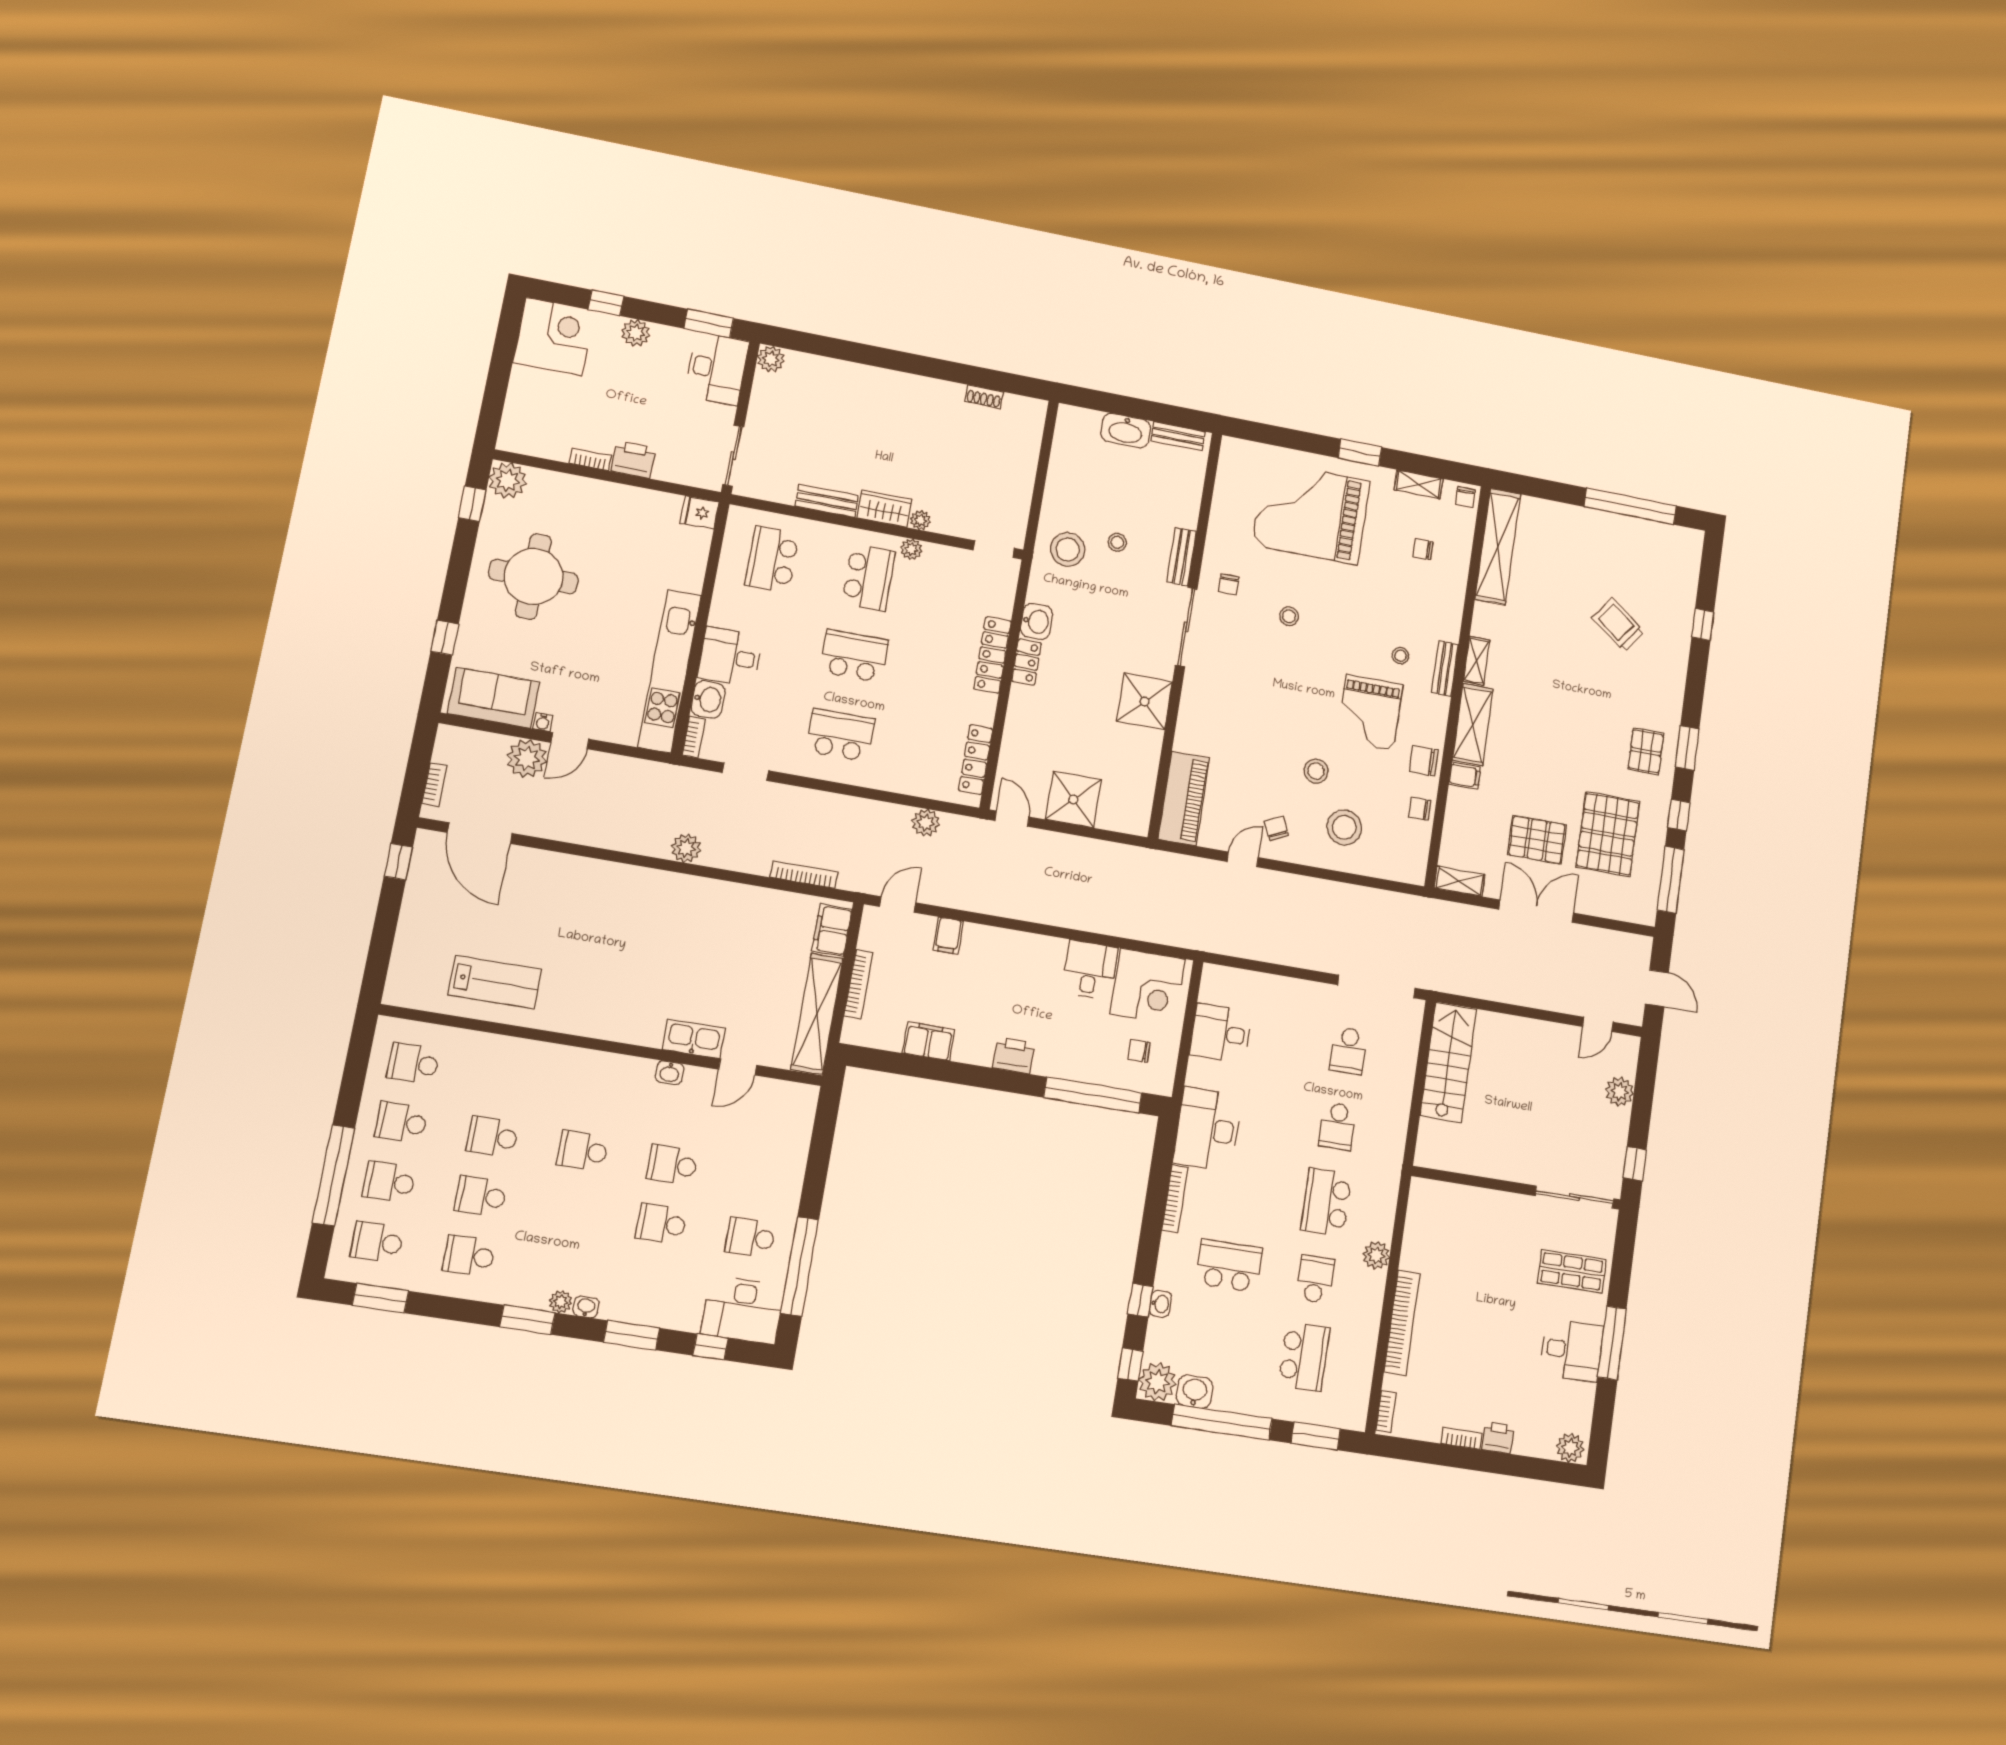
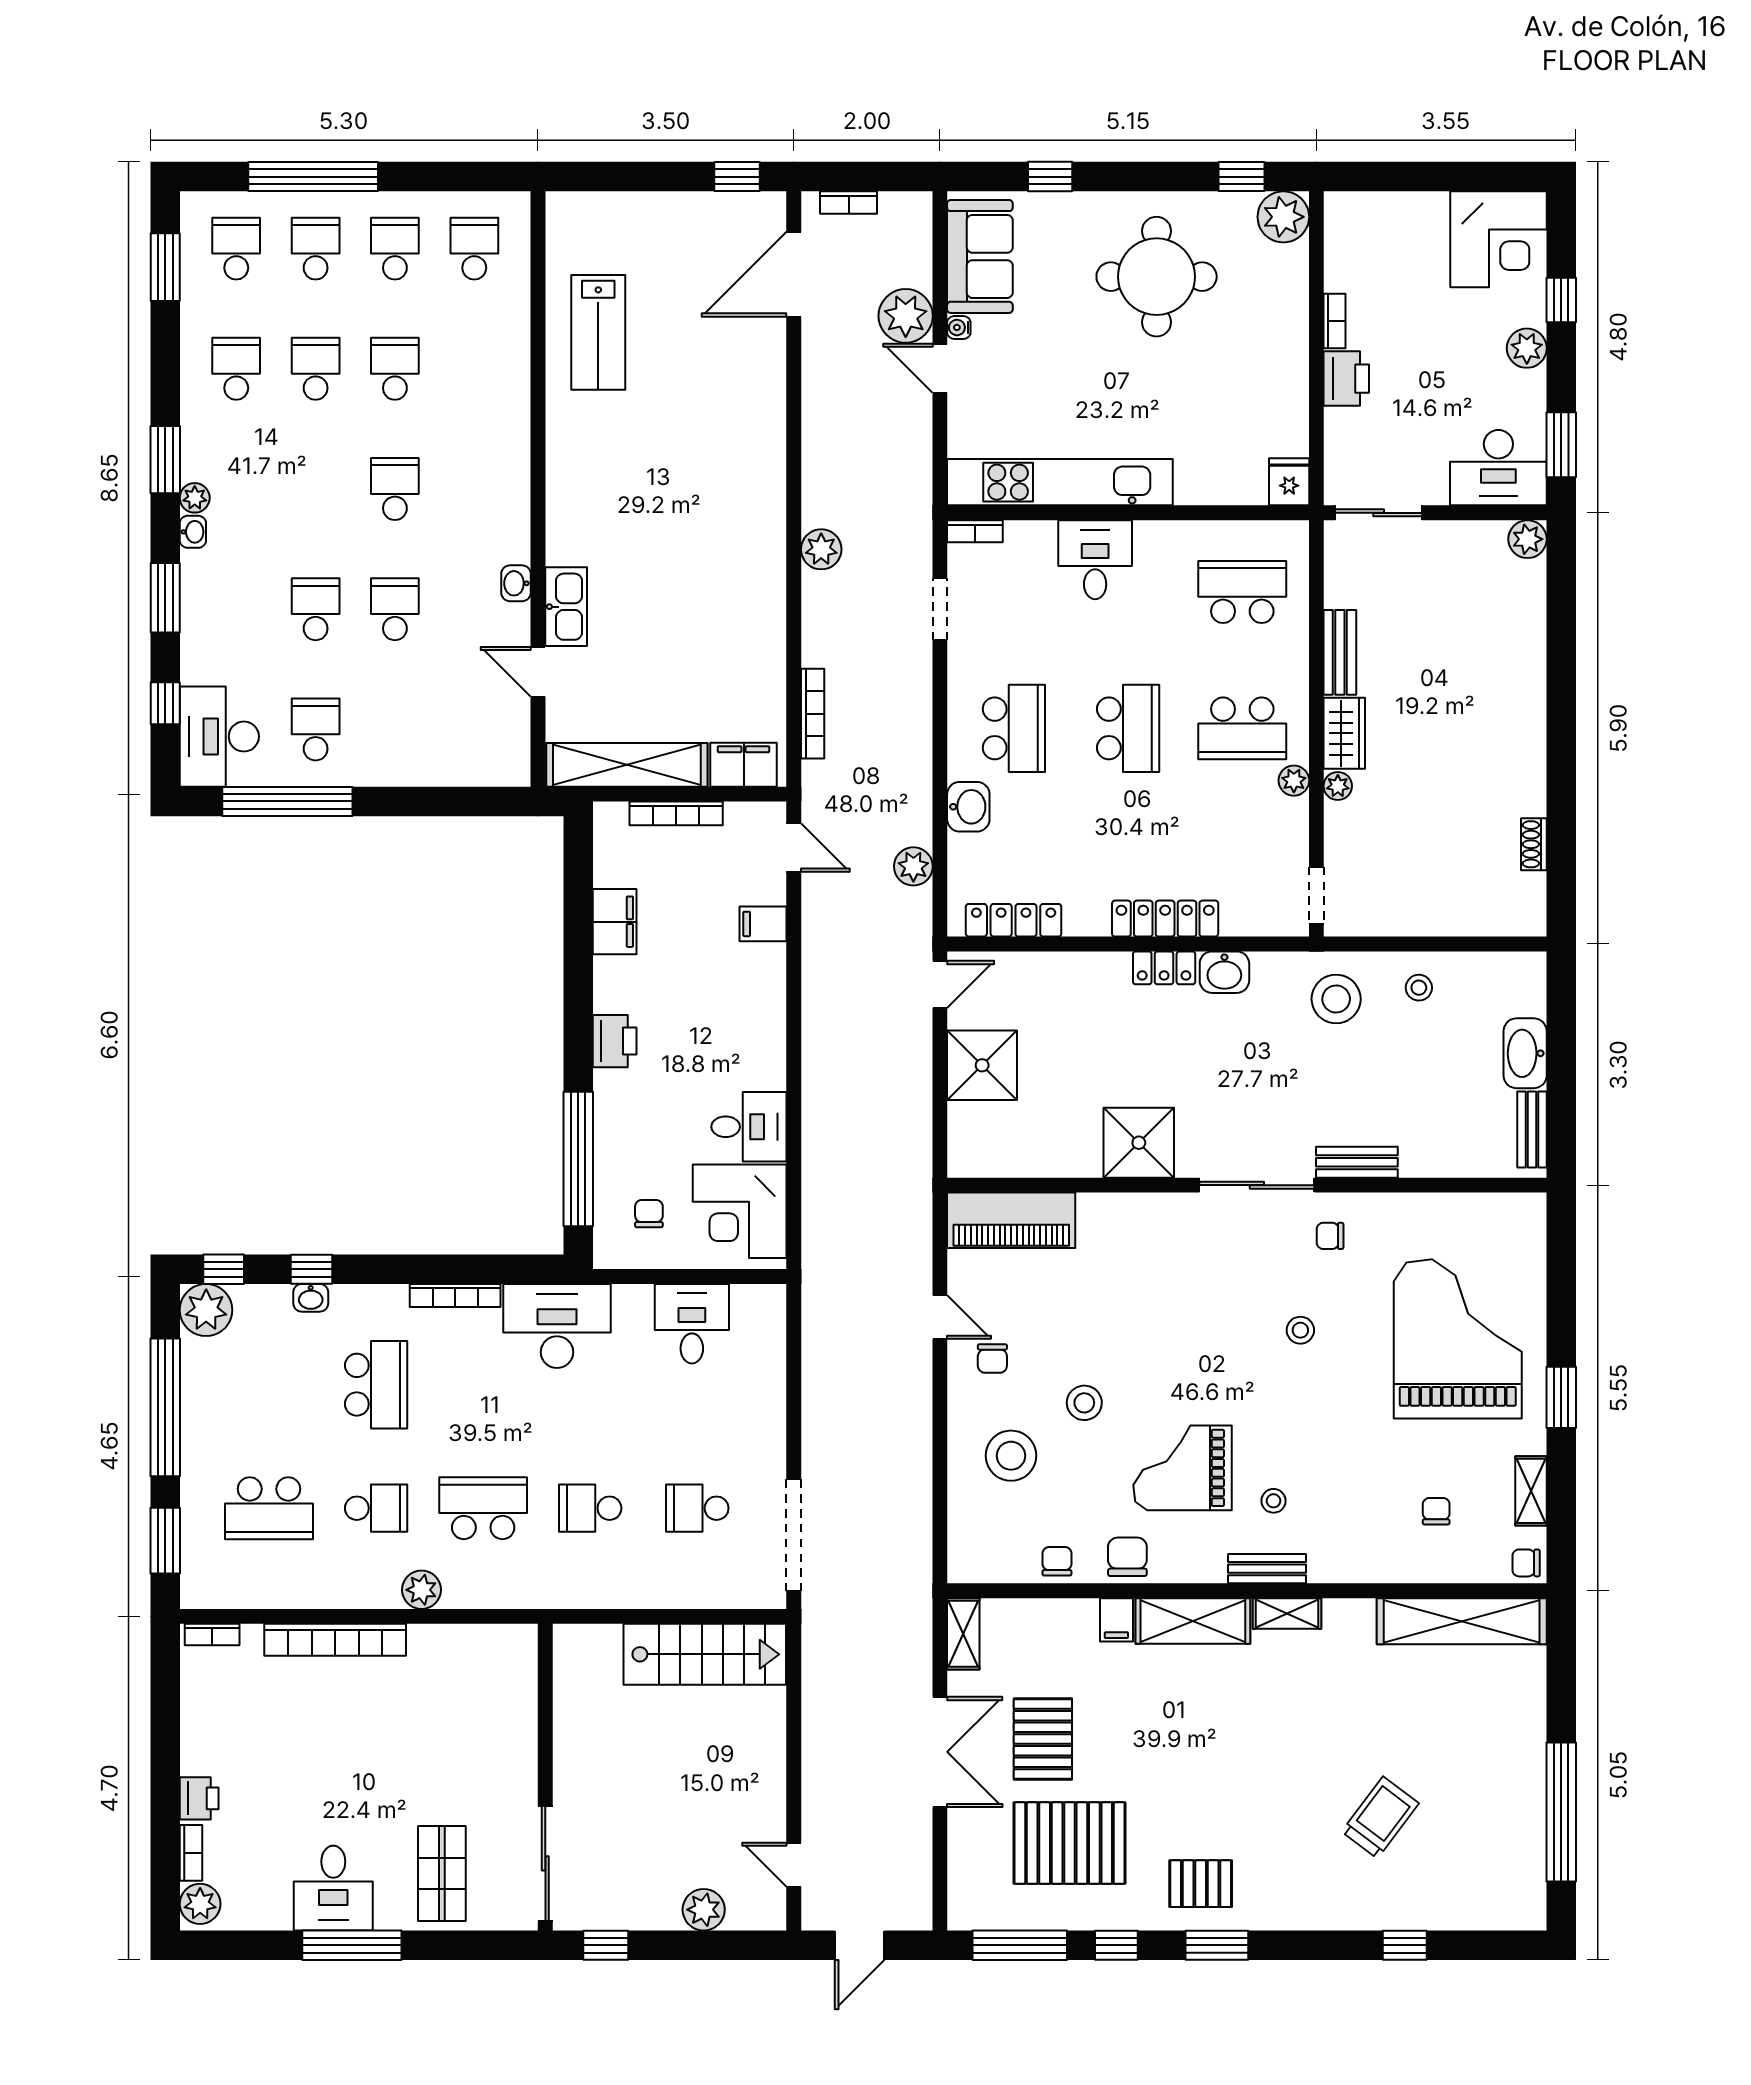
stool: (1117, 542) -> (1419, 988), moved
washbasin: (708, 699) -> (968, 807), moved, turned -90
chair: (1276, 828) -> (992, 1358), turned 115
washbasin: (1195, 1392) -> (200, 1363), removed
bookcase: (1461, 1438) -> (191, 1853), moved

